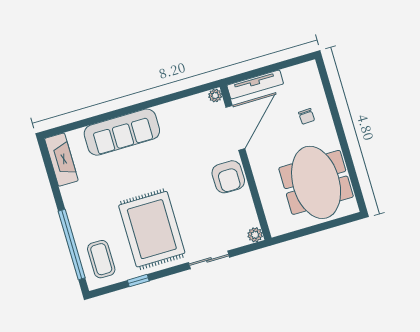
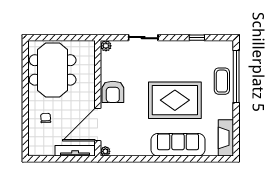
armchair: (228, 177) -> (113, 92), turned 180
rug: (152, 229) -> (175, 100), moved, turned 90
coffee table: (101, 259) -> (222, 81), moved

